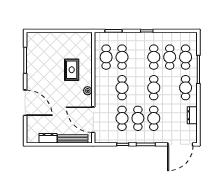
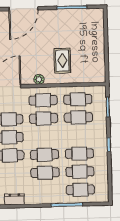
rug: (72, 70) -> (62, 61), turned 90
cafe table: (106, 88) -> (43, 100), added
cafe table: (186, 88) -> (45, 173), moved

